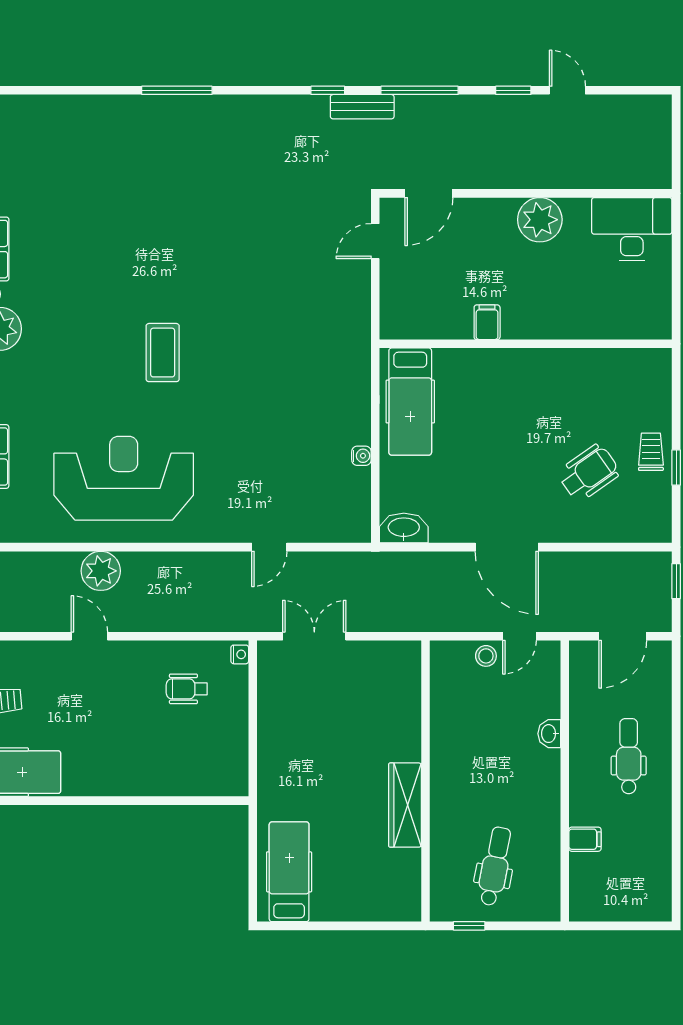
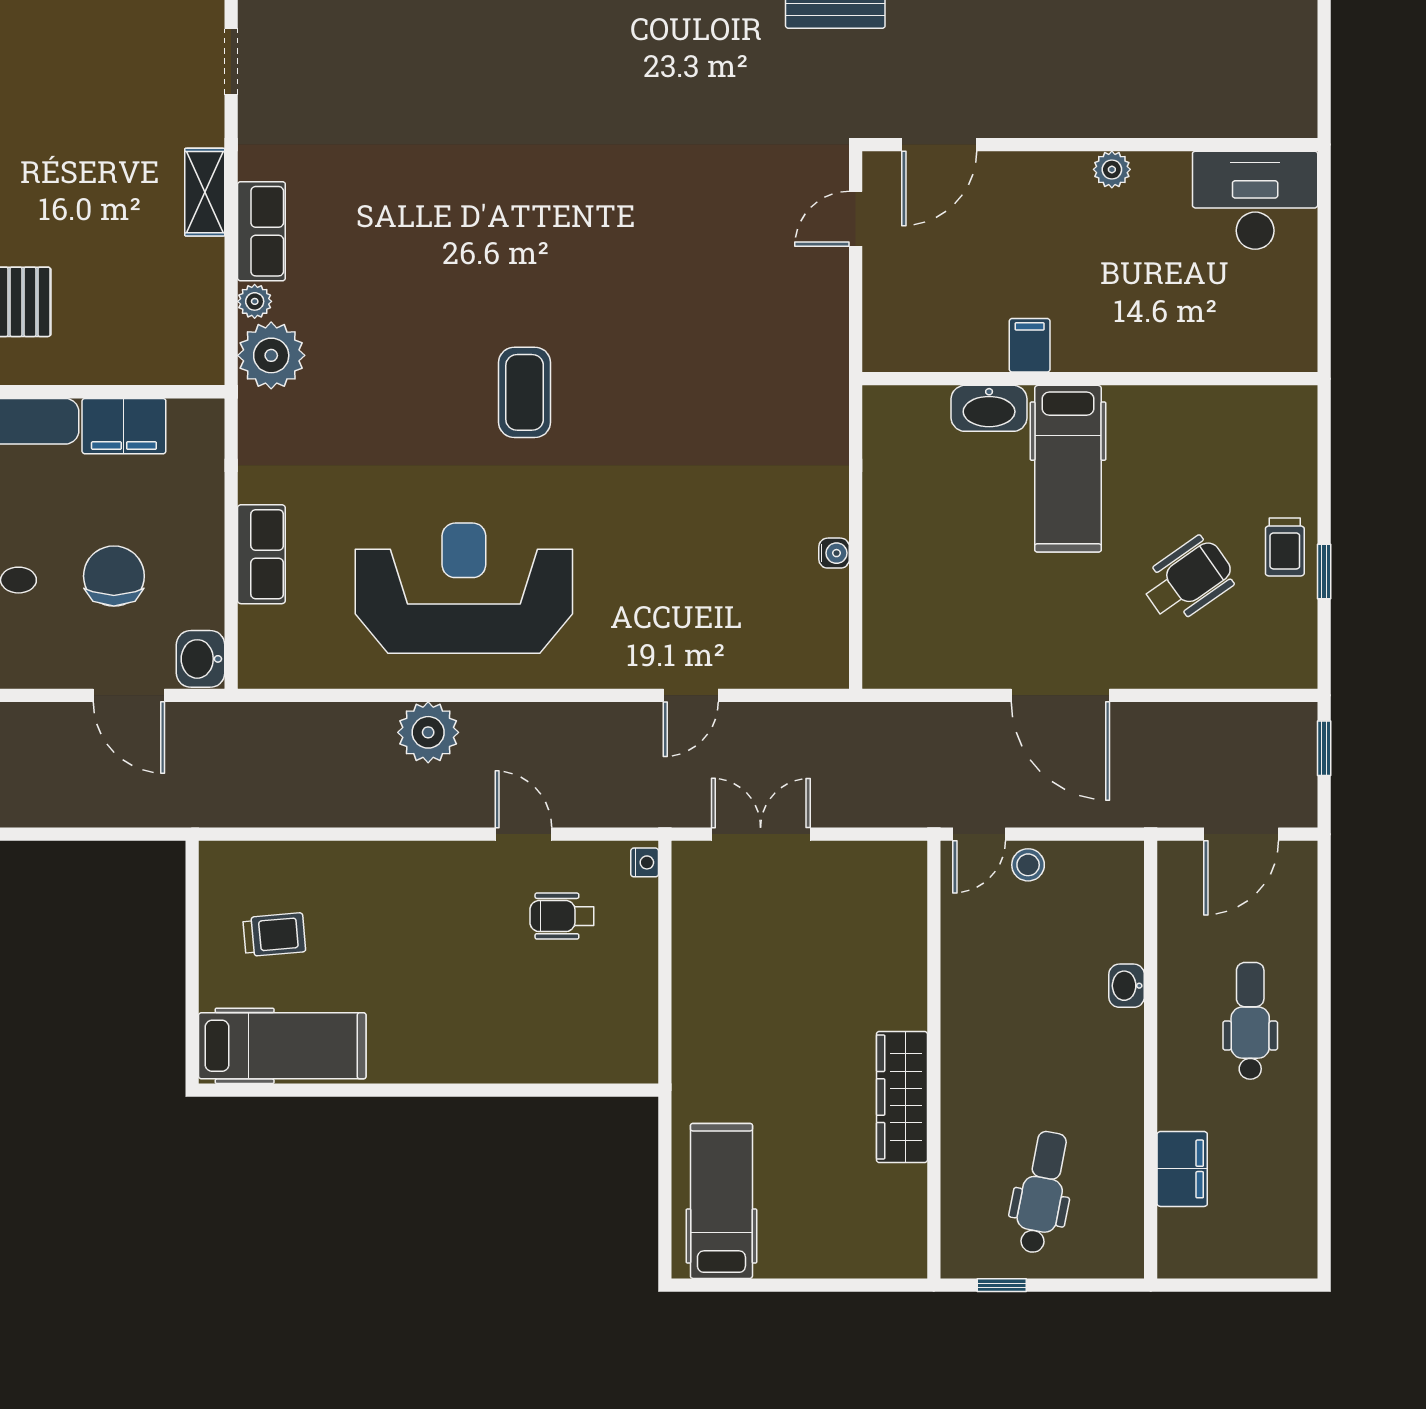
plant: (540, 220) -> (1112, 169), width x0.53, depth x0.53
hospital bed: (410, 402) -> (1068, 469), moved
trolley: (651, 452) -> (1285, 547), turned 180
washbasin: (404, 528) -> (989, 408), moved, turned 180
door: (89, 636) -> (523, 834), moved
door: (520, 636) -> (979, 834), moved
filing cabinet: (585, 839) -> (1182, 1169), width x2.00

